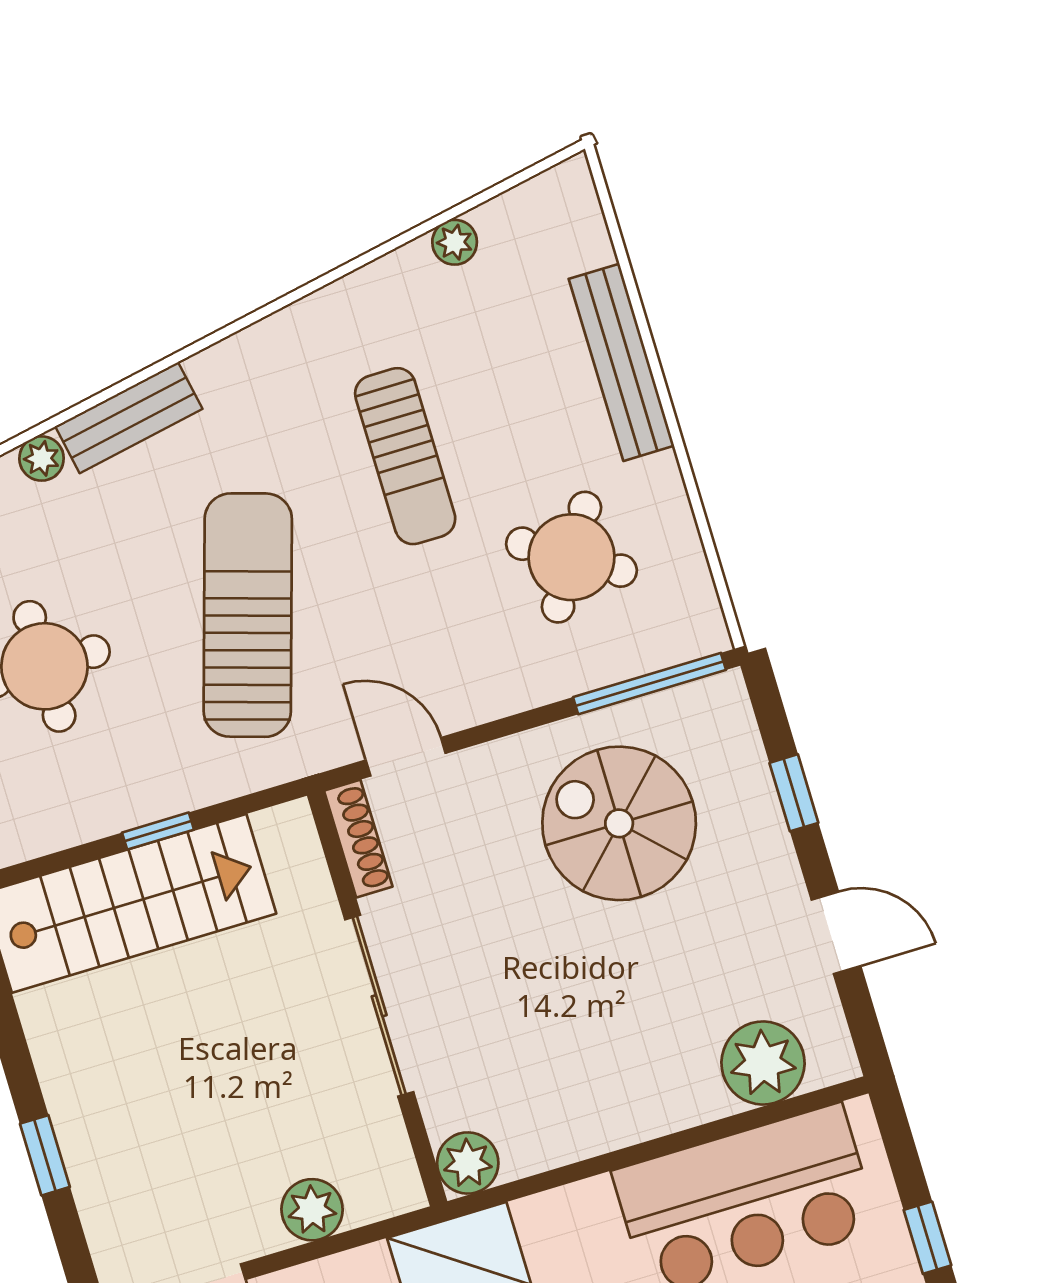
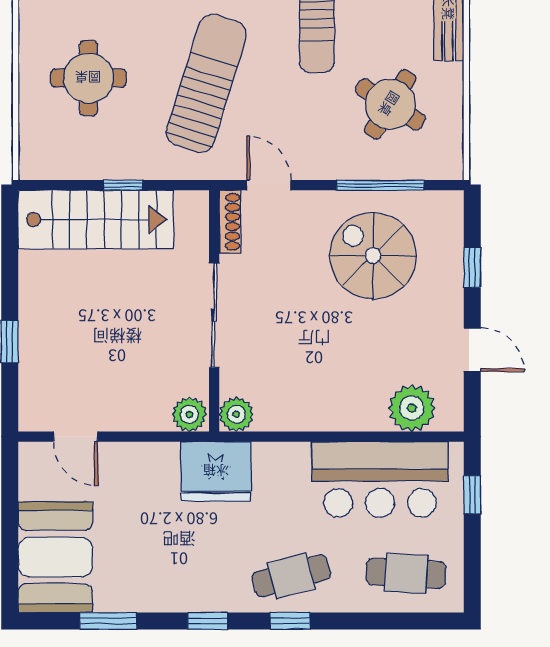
window: (650, 684) -> (380, 185), moved
plant: (312, 1210) -> (189, 414), moved
window: (927, 1238) -> (472, 495), moved

